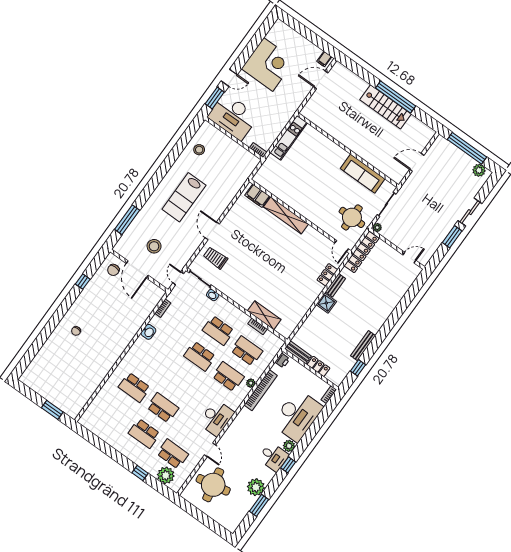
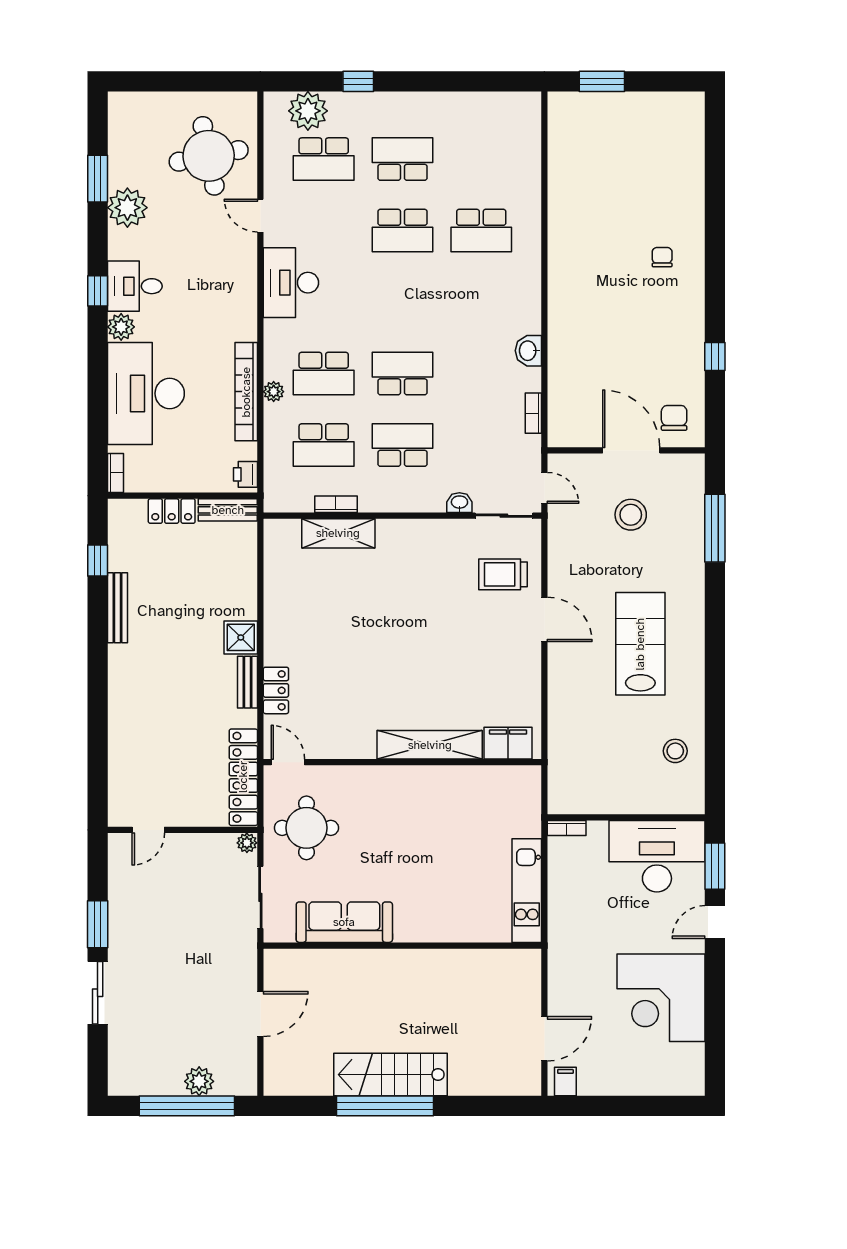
plant: (479, 170) -> (199, 1081), moved
trolley: (215, 258) -> (503, 574), turned 180
school desk: (134, 387) -> (481, 231), turned 180

